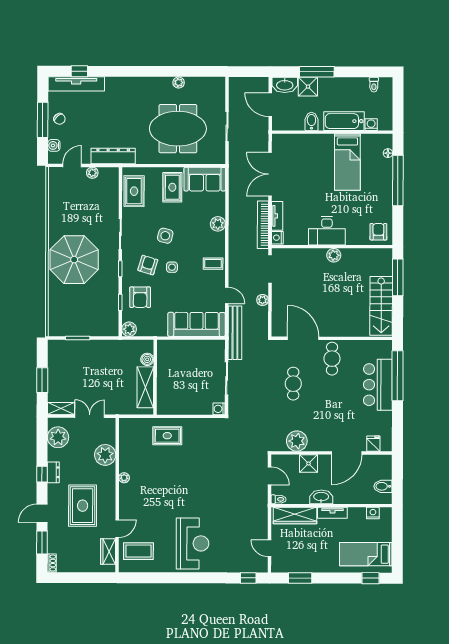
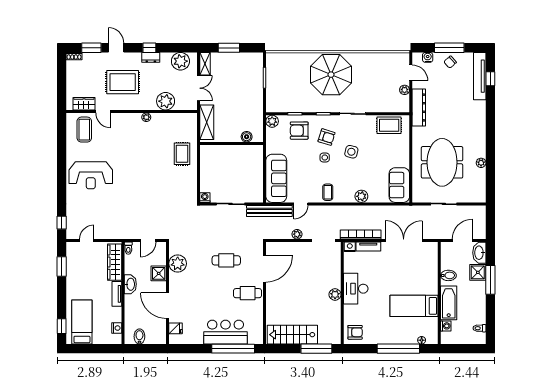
rug: (172, 187) -> (392, 158), removed
shelving: (145, 387) -> (207, 122), moved, turned 90

